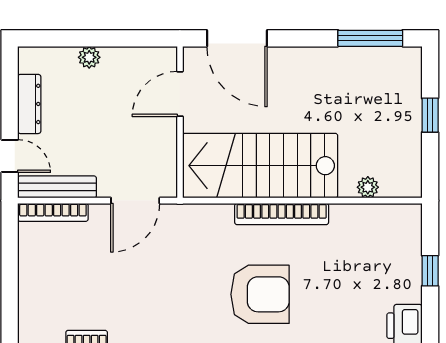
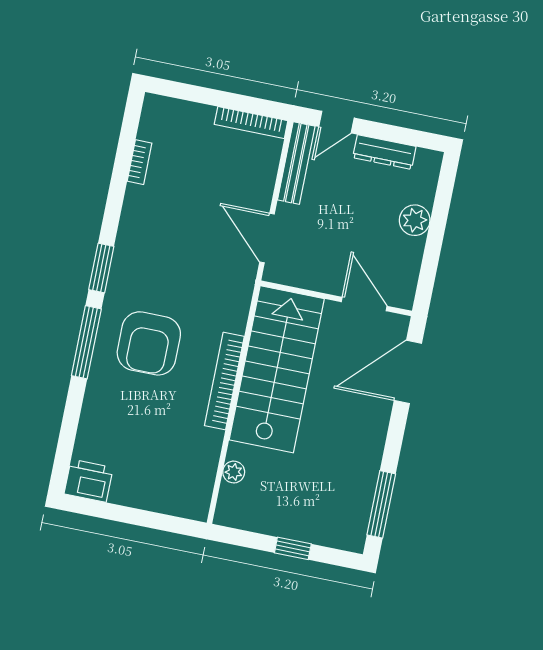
plant: (89, 57) -> (415, 220), width x1.38, depth x1.38
bookcase: (53, 212) -> (251, 123), moved, turned -90
window: (430, 271) -> (138, 517), removed

